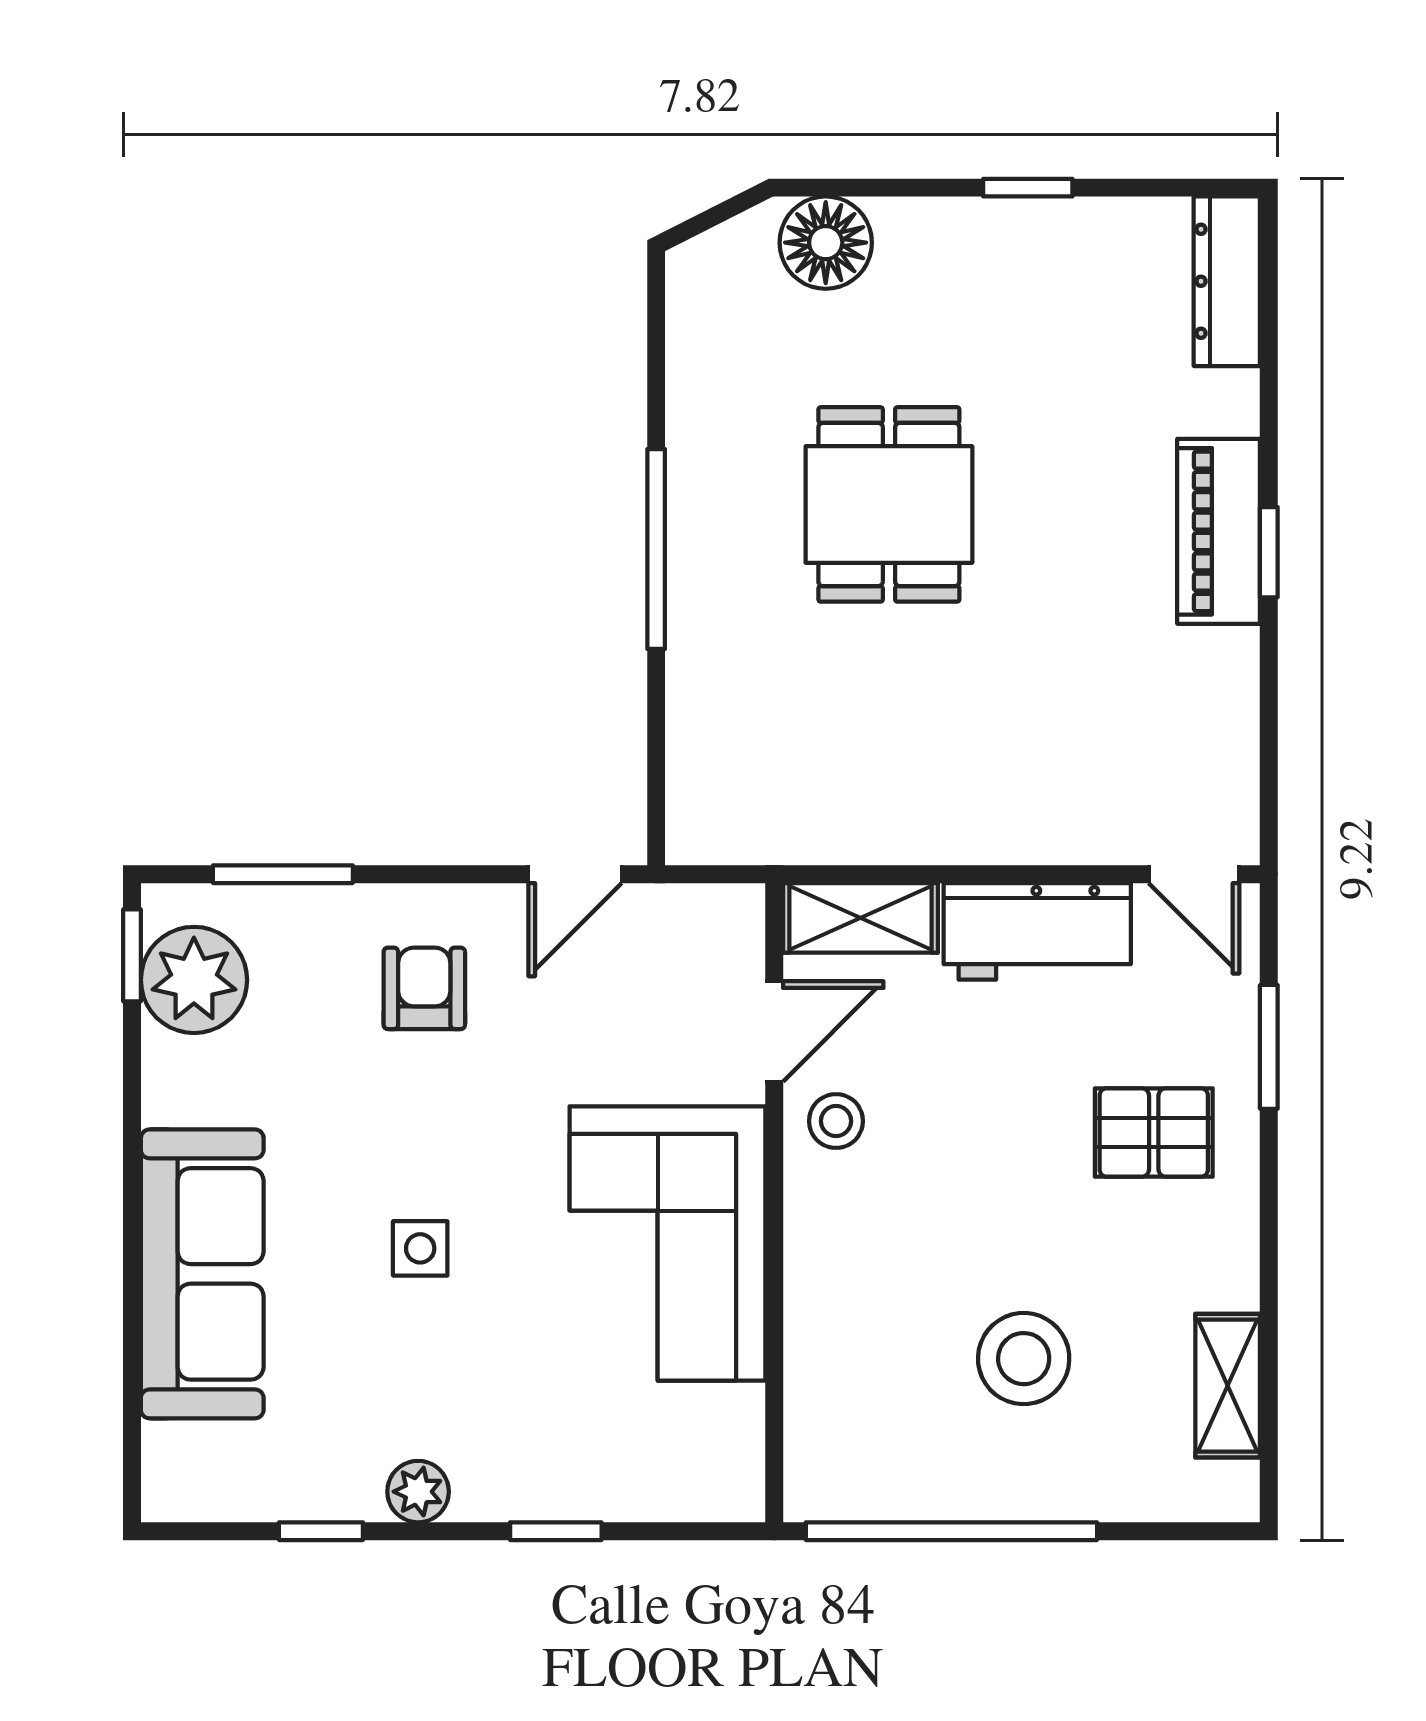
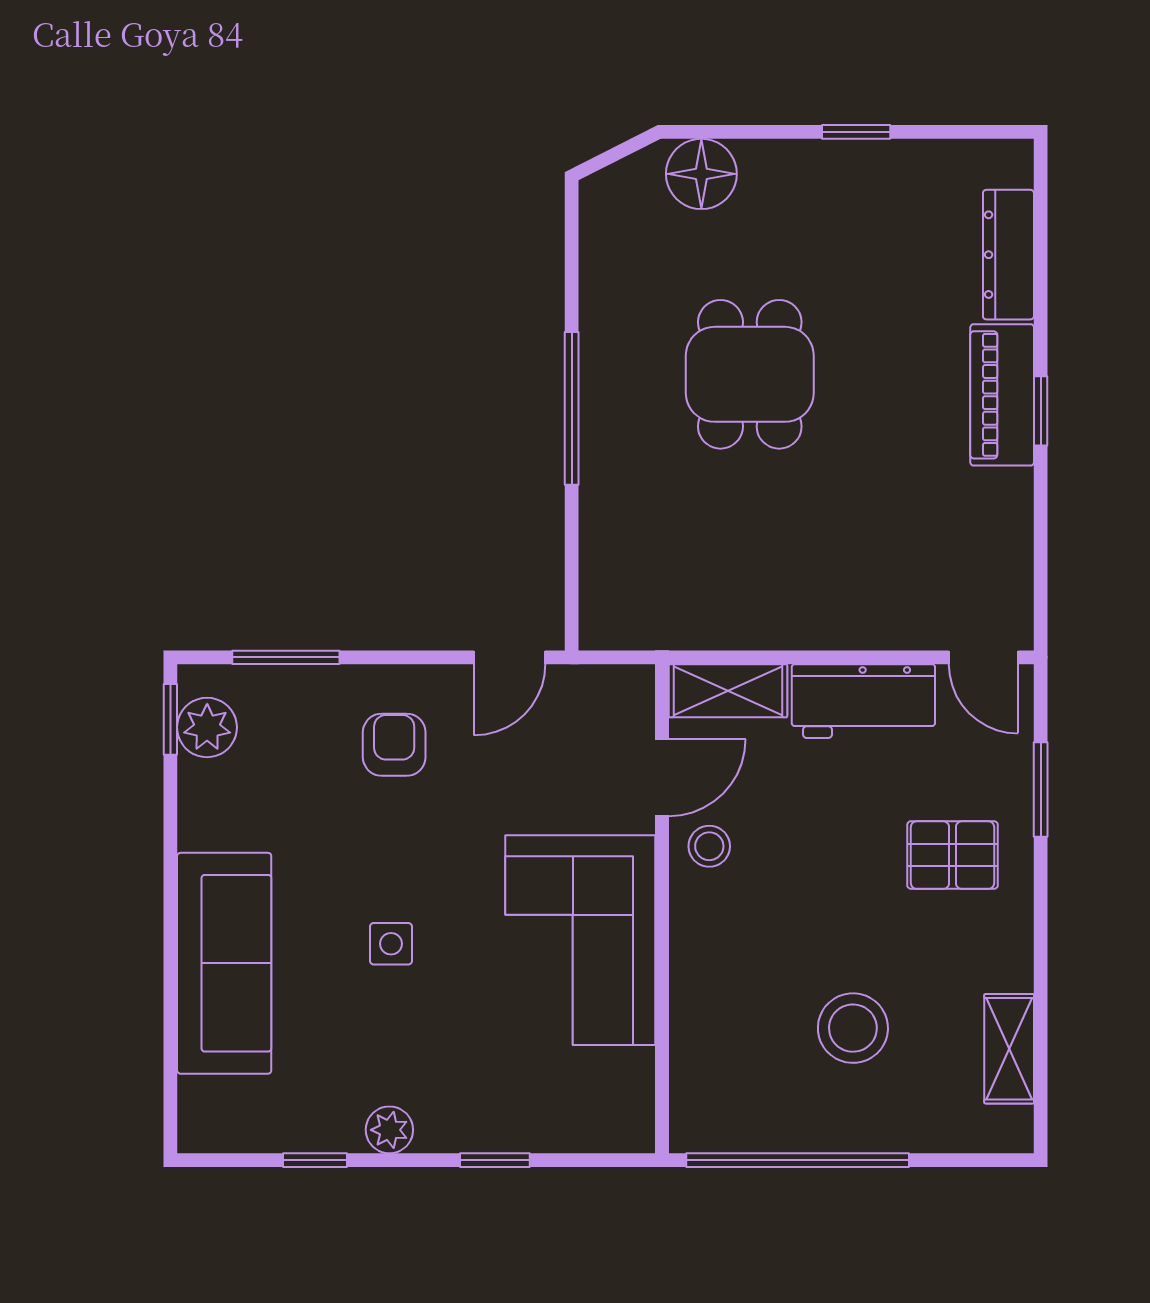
dresser: (1227, 281) -> (1008, 255), moved
plant: (194, 980) -> (207, 727), width x0.73, depth x0.73

